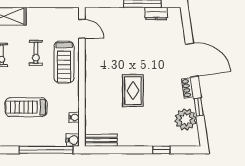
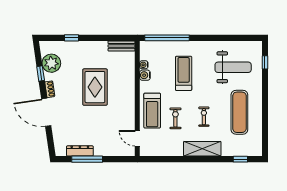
dresser: (156, 13) -> (80, 151), width x1.44
treadmill: (64, 62) -> (152, 111), turned 180
rug: (133, 91) -> (95, 87), width x1.36, depth x1.43
treadmill: (26, 107) -> (184, 73), turned -90
water cooler: (73, 140) -> (145, 75), moved

